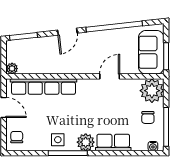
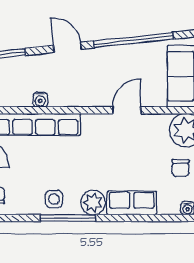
door: (67, 32) -> (67, 47), swing flipped
water cooler: (48, 69) -> (40, 100), added

